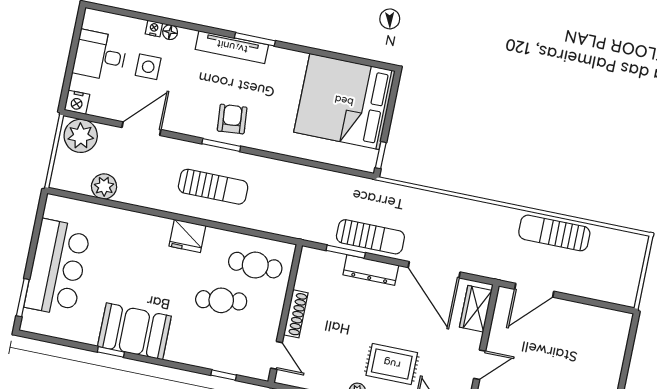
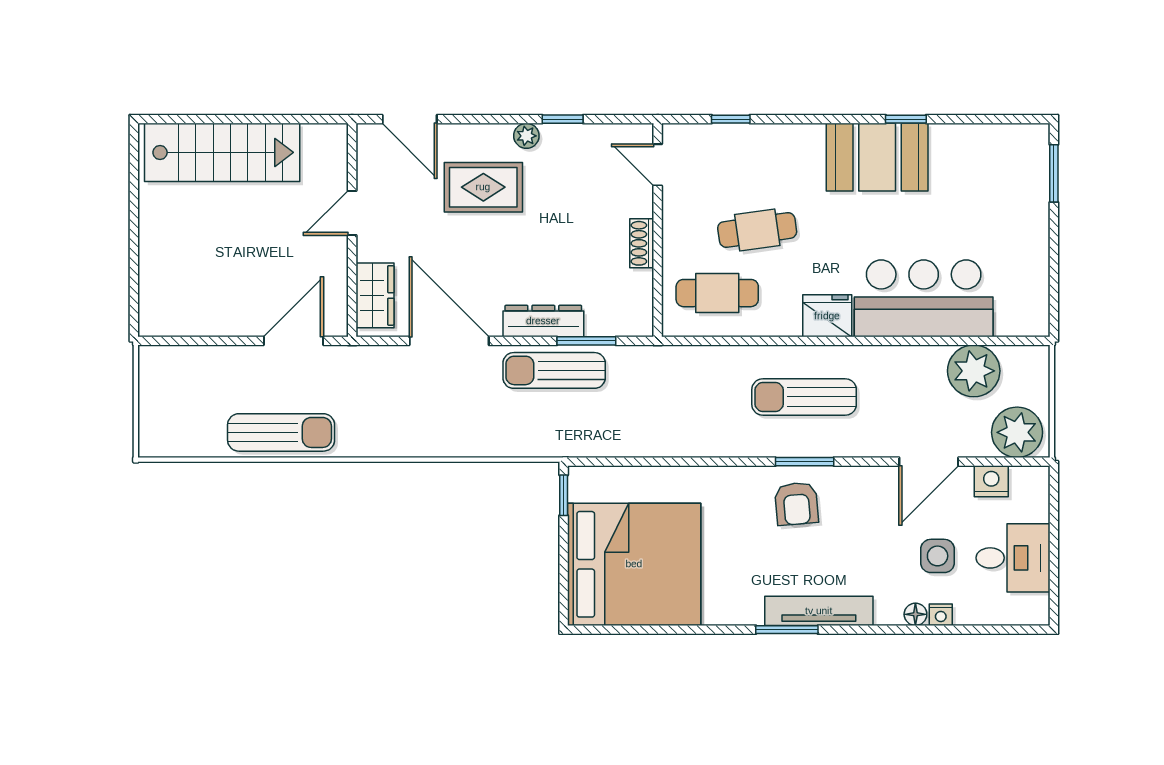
nightstand: (77, 102) -> (991, 481), moved
plant: (104, 186) -> (974, 371), width x1.36, depth x1.36
bar counter: (57, 268) -> (924, 298), moved, turned 90
shoe rack: (296, 314) -> (642, 243), width x0.70

